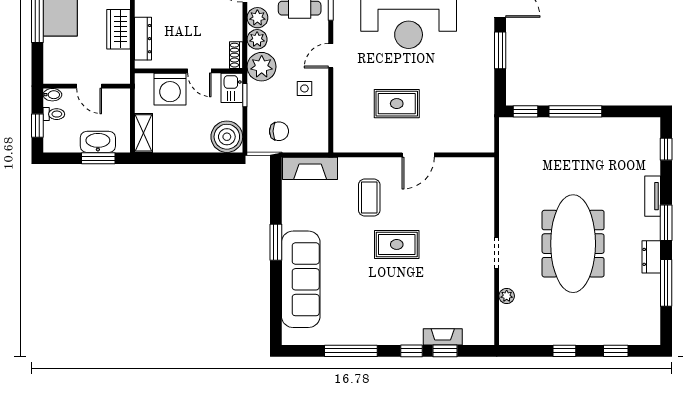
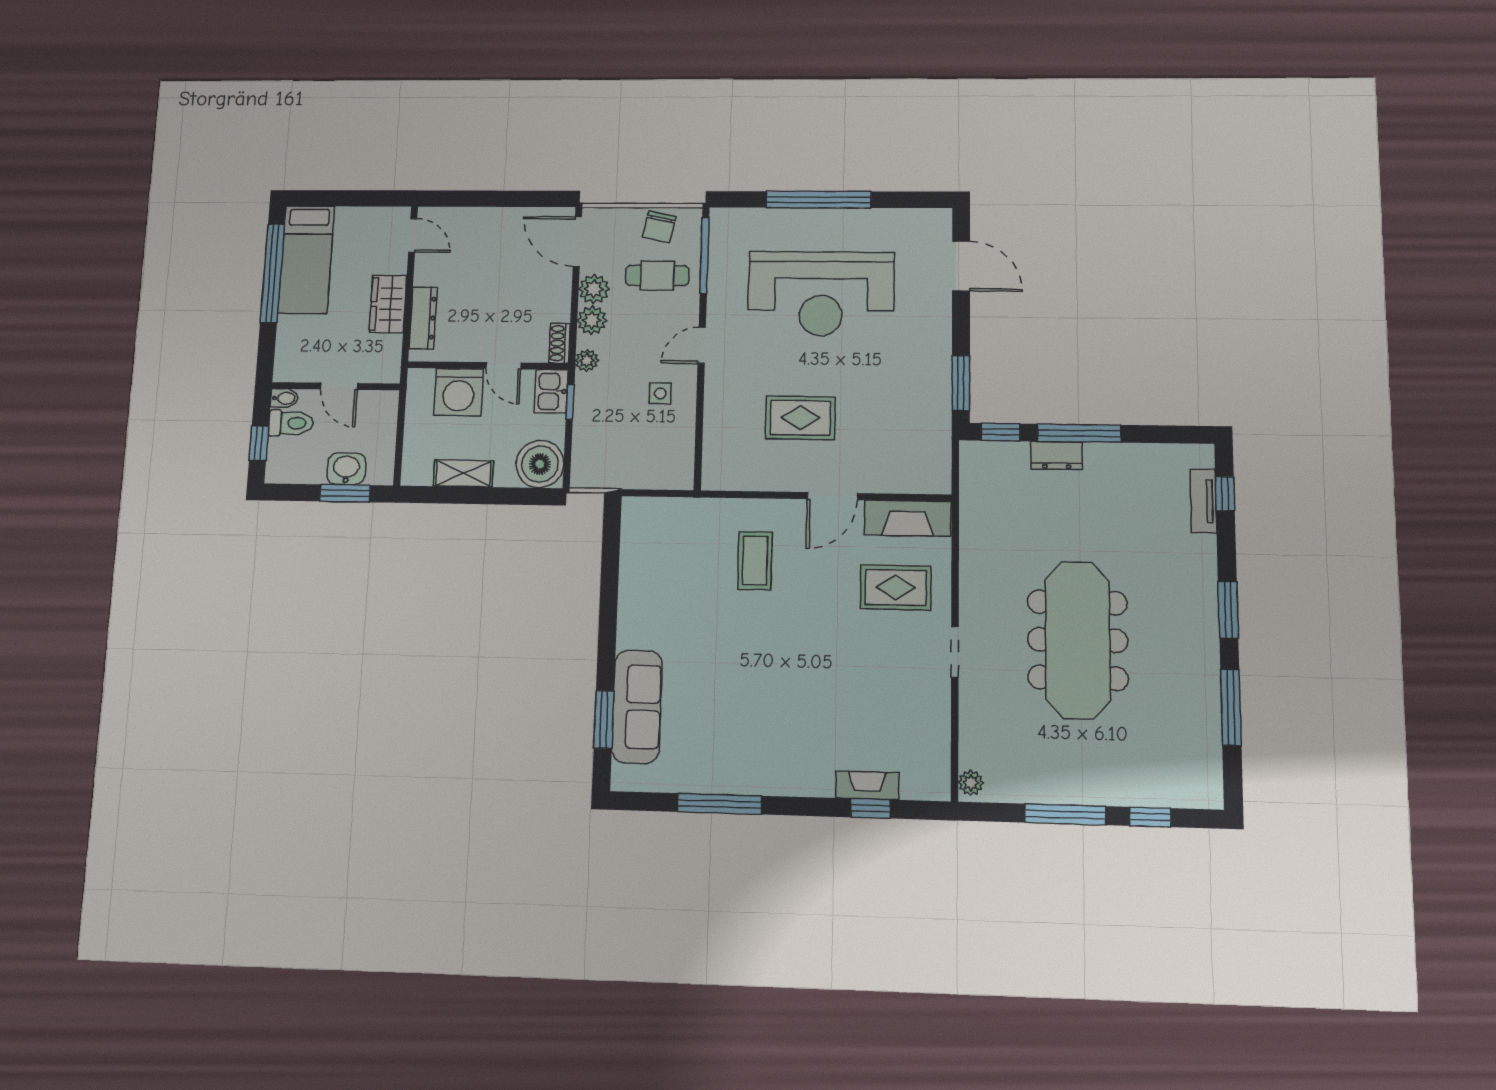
window: (500, 50) -> (961, 383), moved
plant: (262, 67) -> (587, 360), width x0.53, depth x0.53
toilet: (54, 114) -> (291, 423), width x1.37, depth x1.39
chair: (279, 131) -> (619, 457), removed
shelving: (143, 133) -> (463, 473), moved, turned 90
washbasin: (98, 142) -> (346, 469), width x0.72
fireplace: (310, 168) -> (908, 518), moved
tv unit: (653, 196) -> (1203, 501), moved
window: (276, 242) -> (604, 719), moved
rug: (397, 244) -> (896, 587), moved
dresser: (651, 257) -> (1057, 456), moved, turned -90
sofa: (301, 279) -> (637, 707), width x0.74, depth x0.79
plant: (507, 296) -> (971, 783), moved
window: (412, 351) -> (817, 807), removed
window: (564, 351) -> (1065, 814), width x2.17

